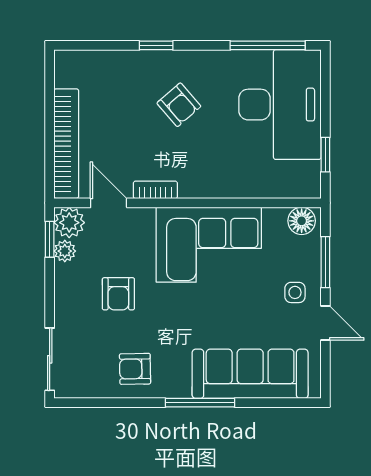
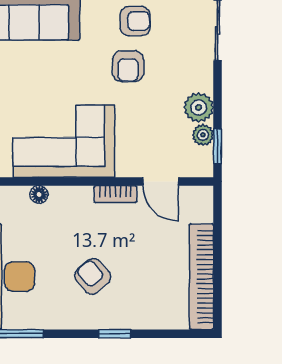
bookcase: (66, 144) -> (201, 277), moved
floor lamp: (234, 189) -> (39, 194), added
plant: (69, 223) -> (199, 107), moved
armchair: (118, 294) -> (128, 66), moved, turned 180

